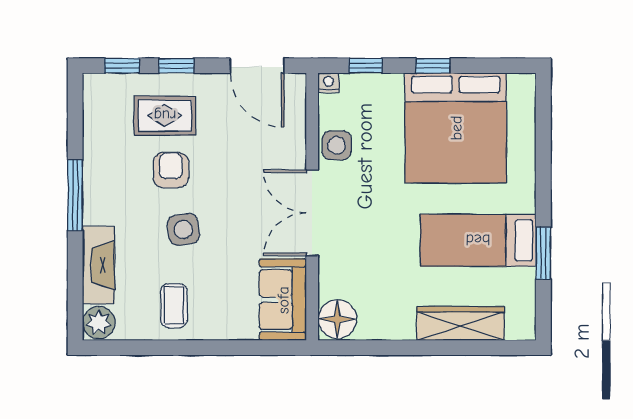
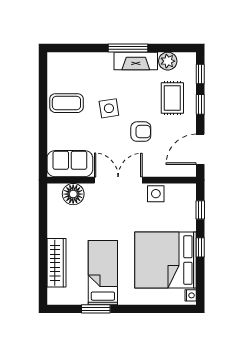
nightstand: (328, 83) -> (191, 295), moved
armchair: (171, 170) -> (141, 132), moved
fireplace: (98, 265) -> (136, 61), moved
coffee table: (174, 306) -> (66, 103), width x1.36, depth x1.30
floor lamp: (337, 319) -> (73, 194), moved
plant: (99, 323) -> (168, 61), moved

